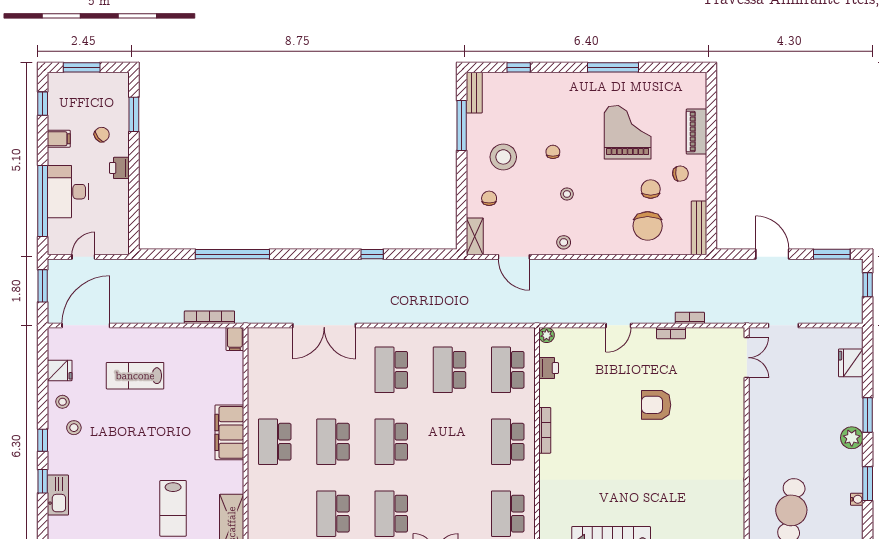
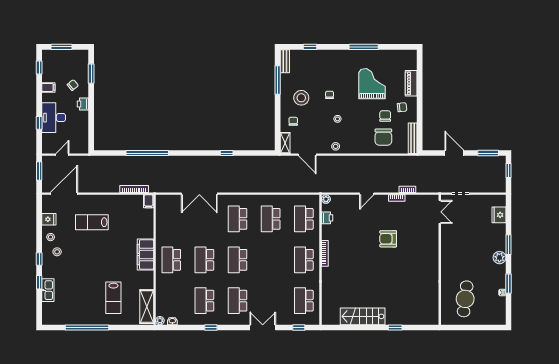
window: (43, 201) -> (39, 123), width x0.32

